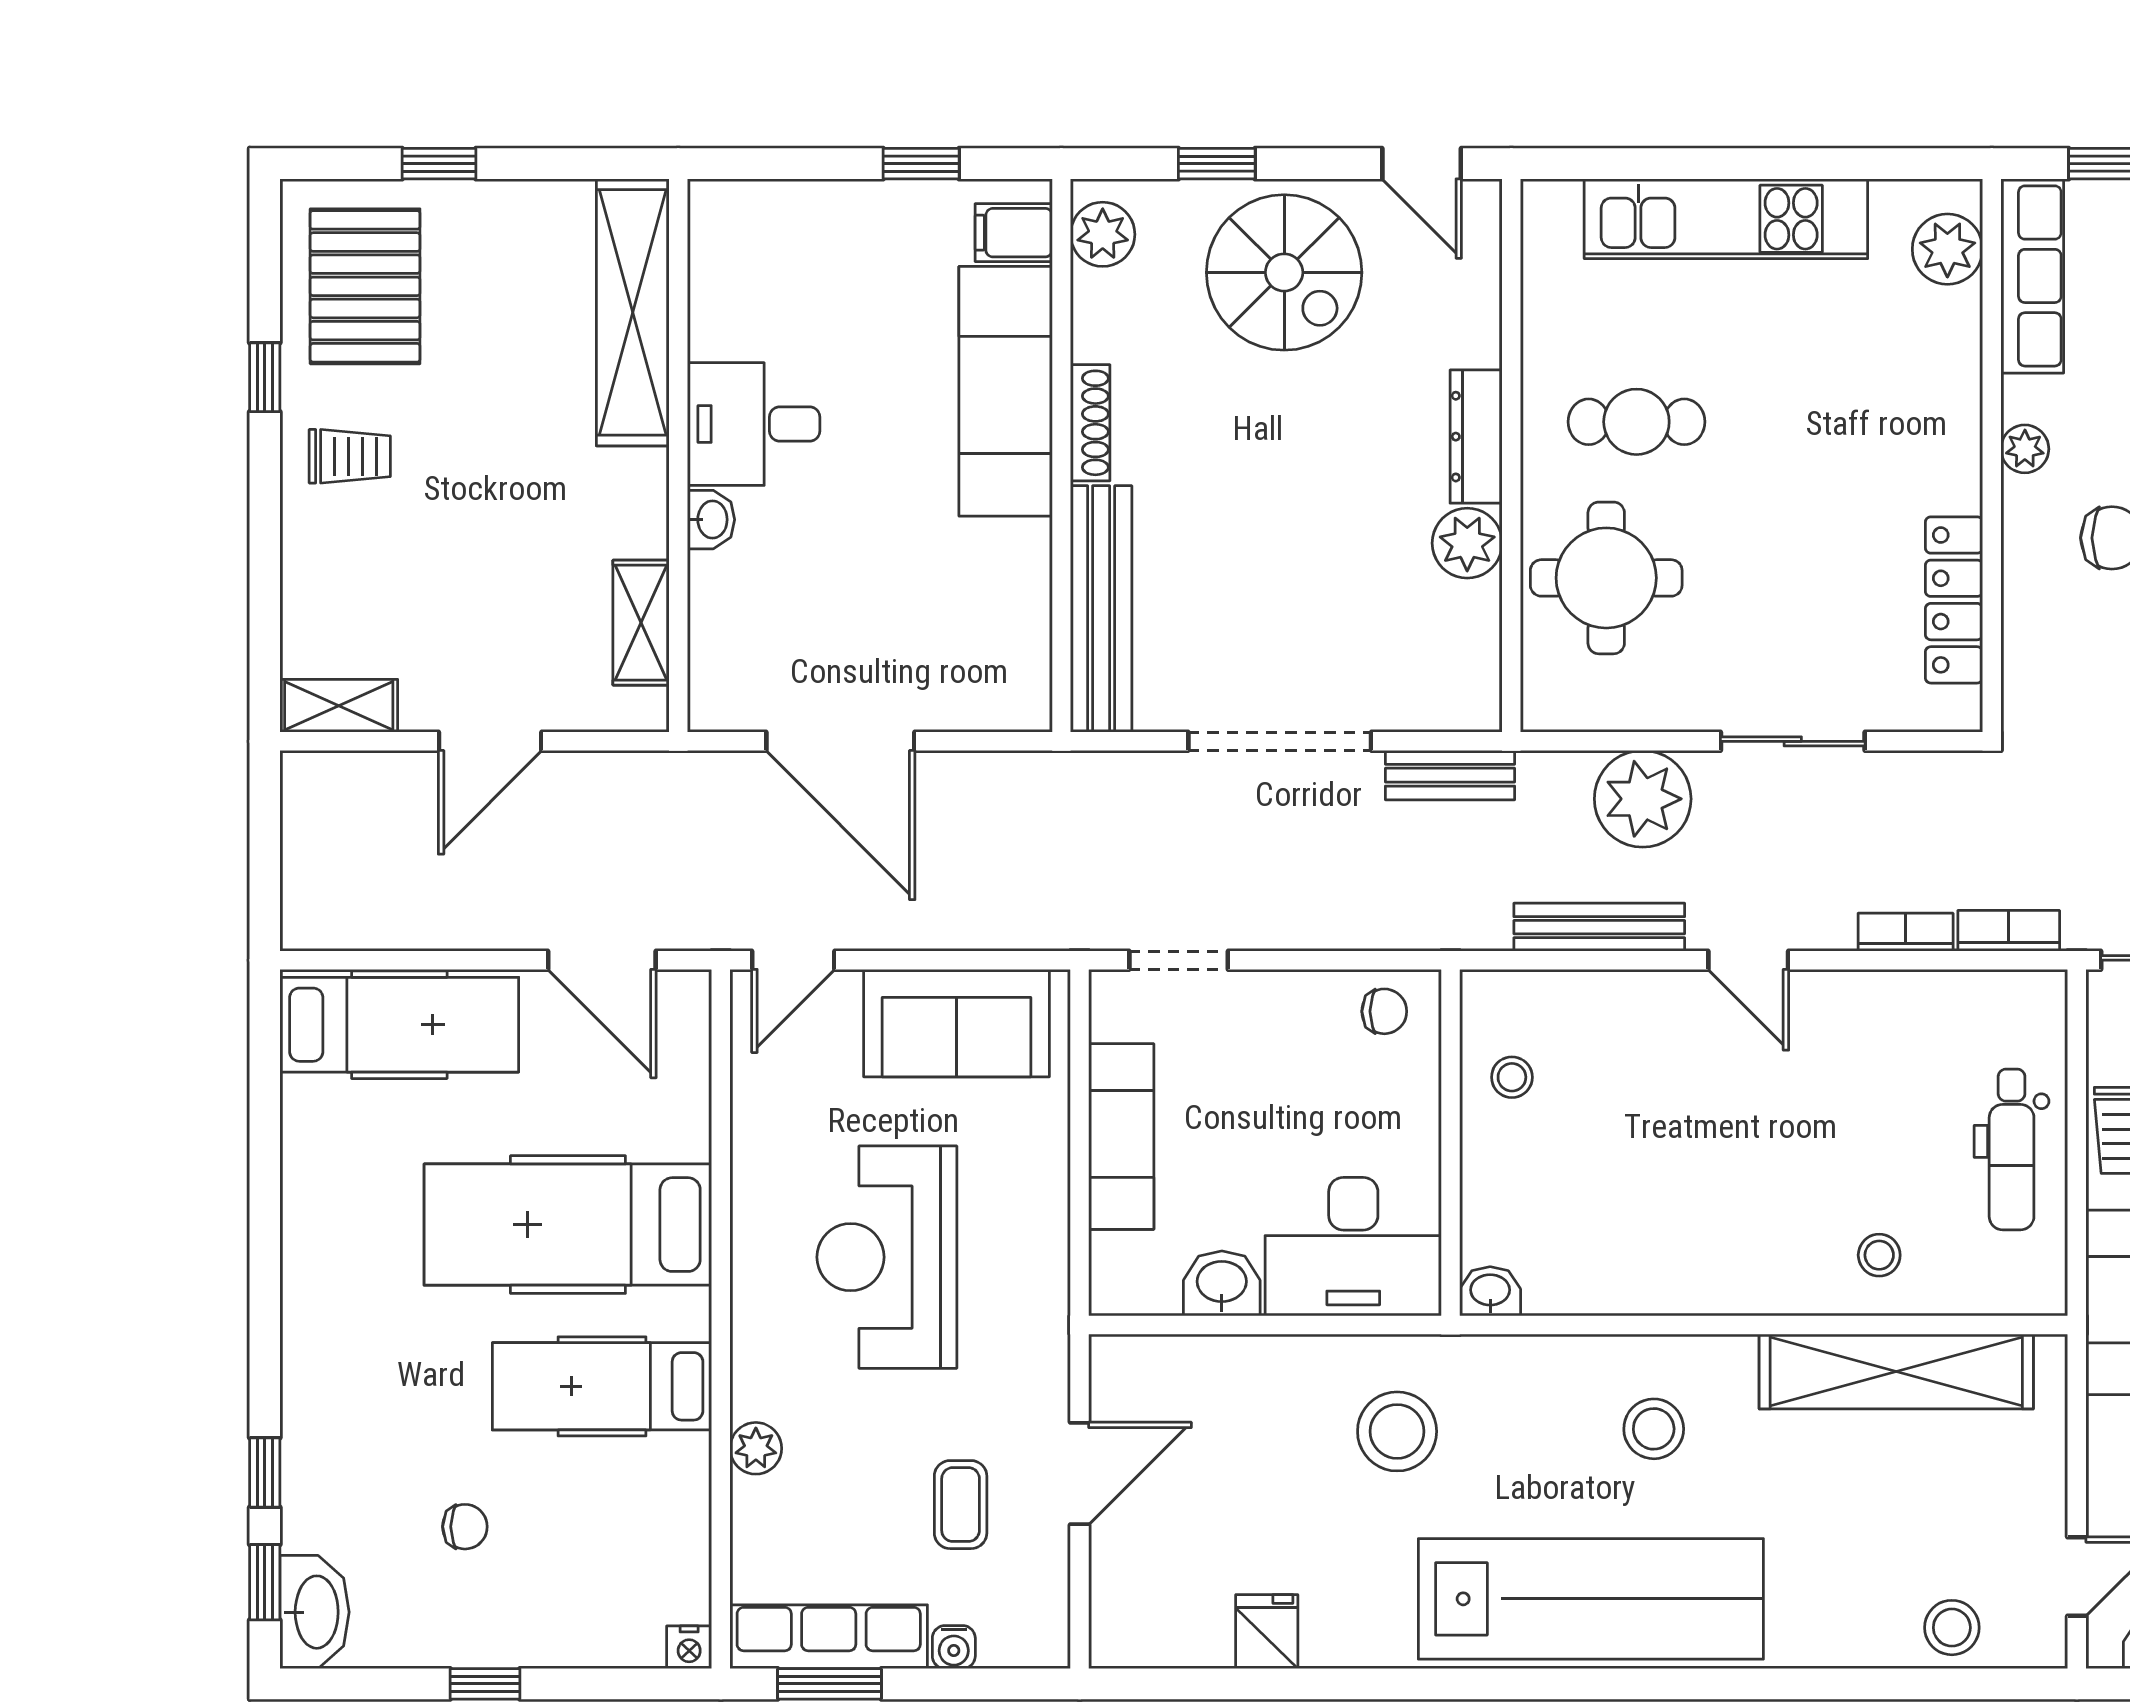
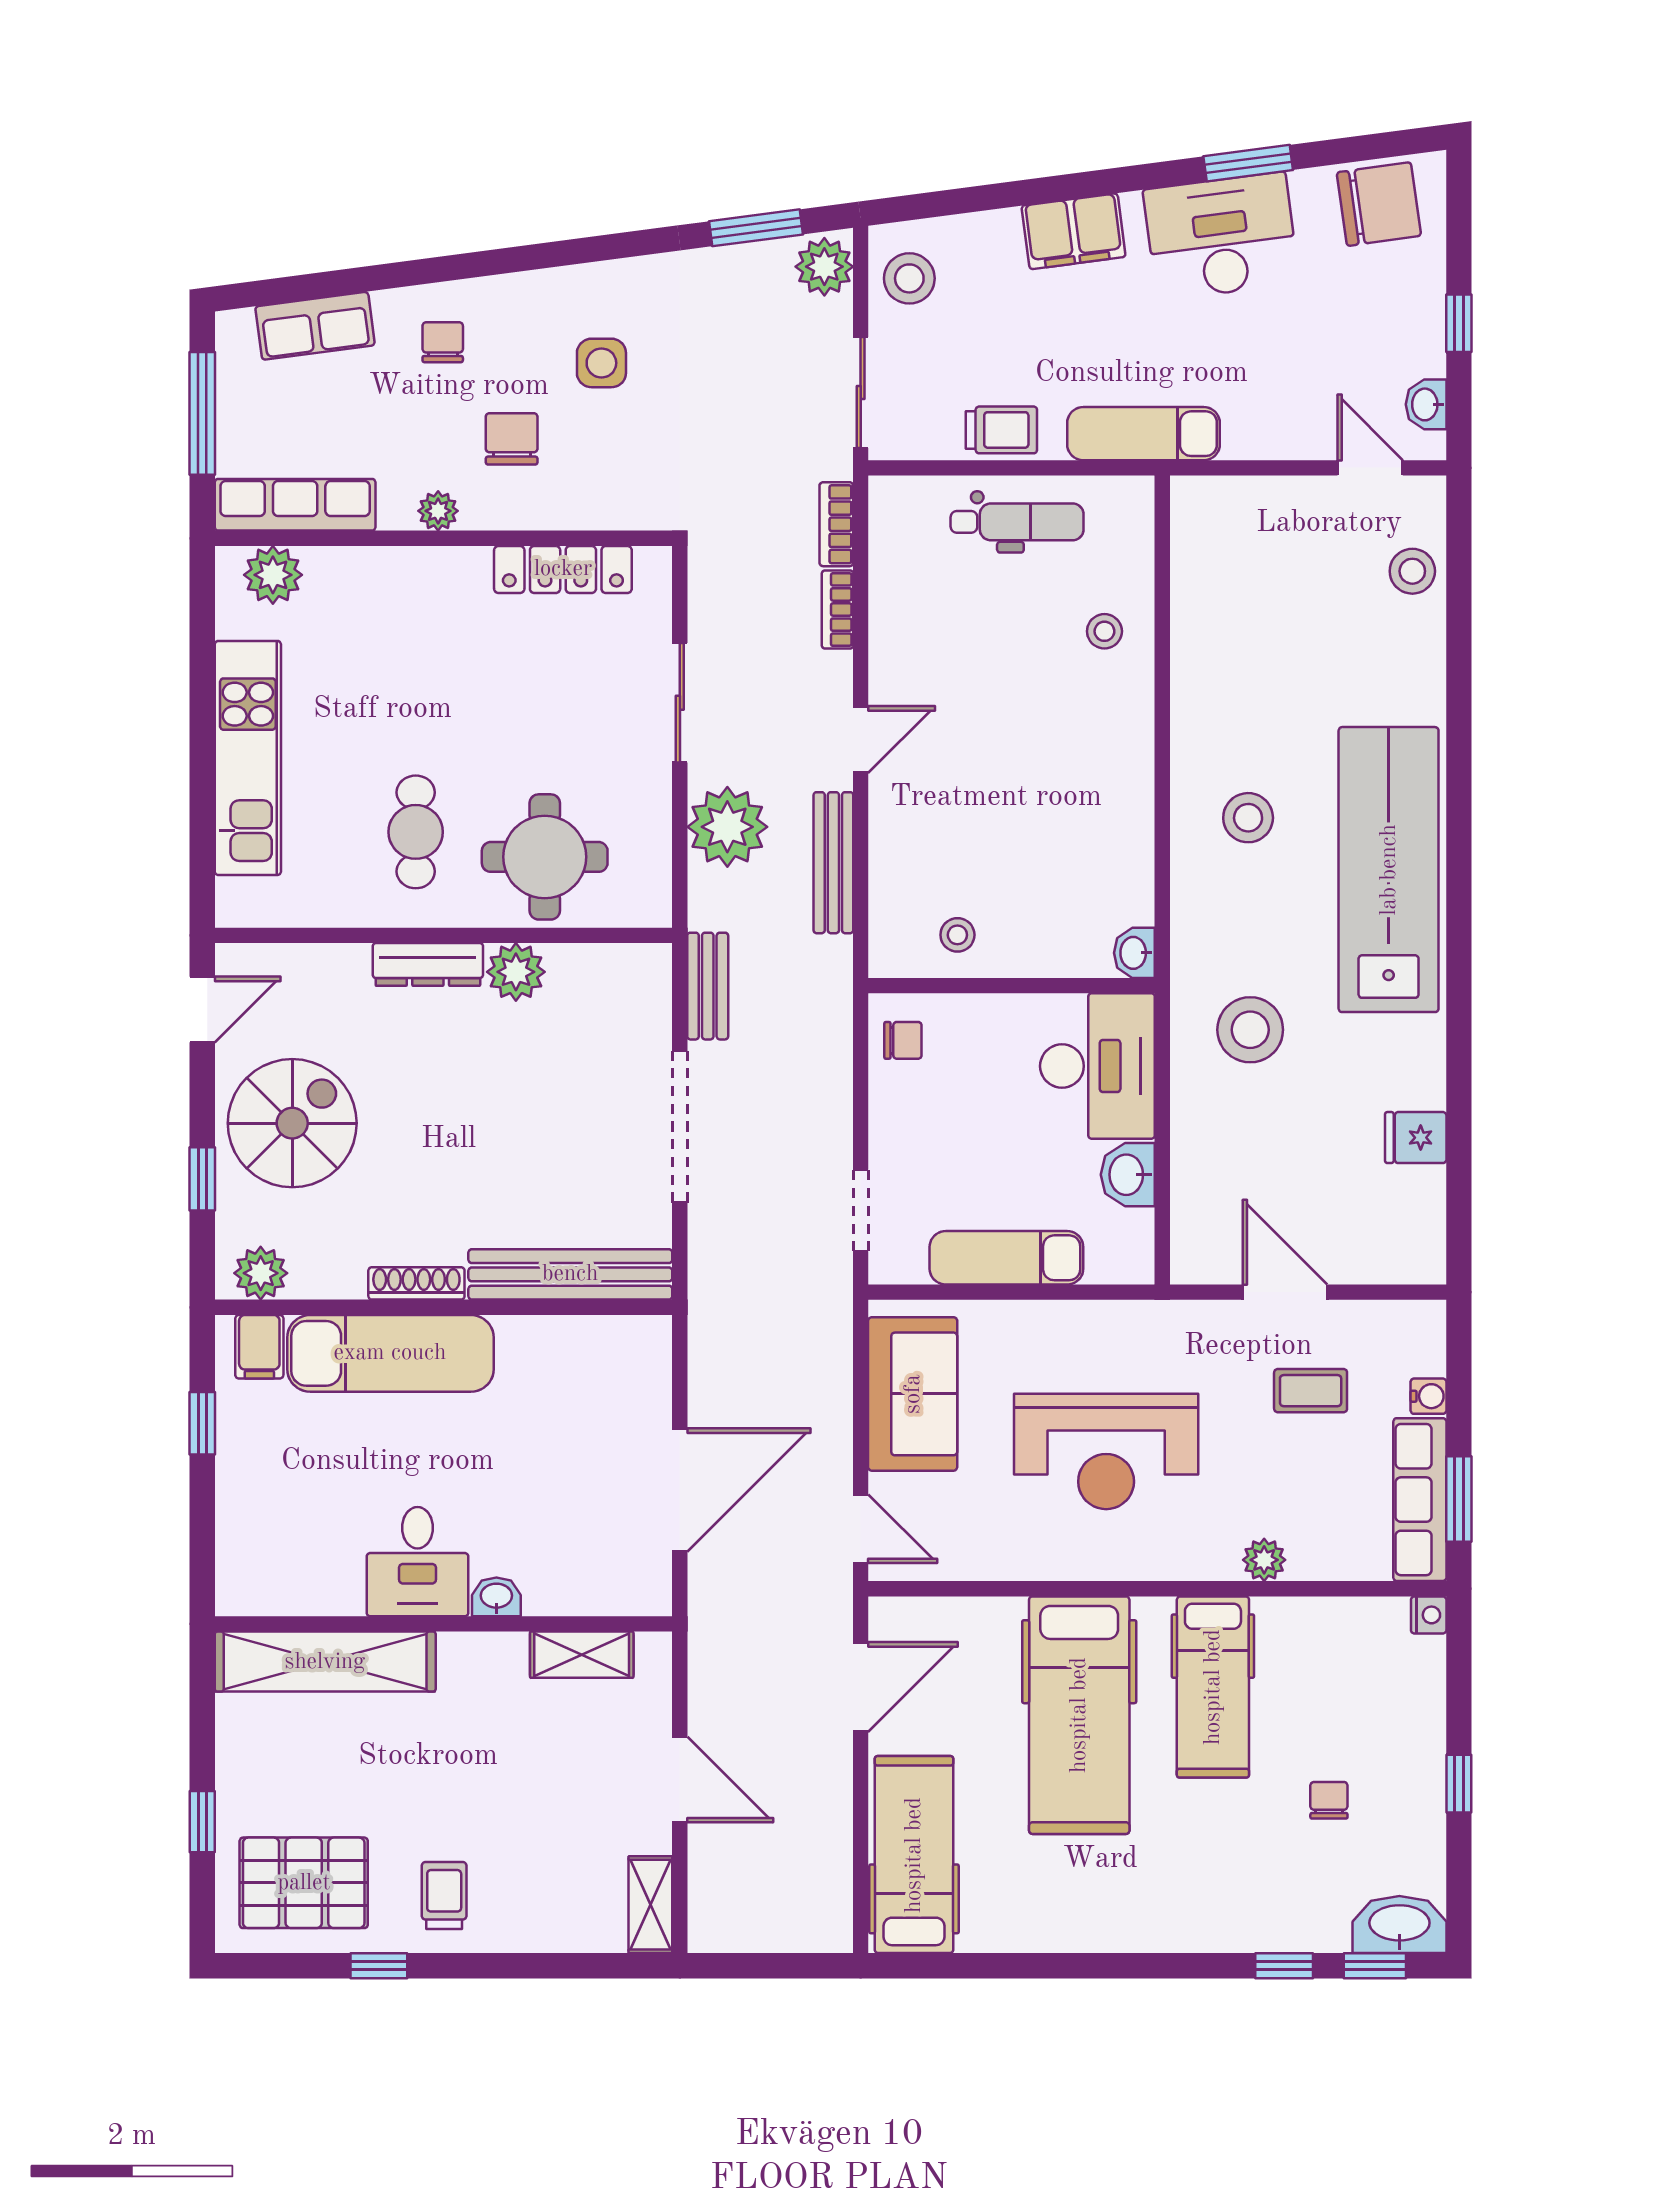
chair: (1384, 1011) -> (903, 1040), turned 90
shelving: (1896, 1372) -> (1201, 617), removed

